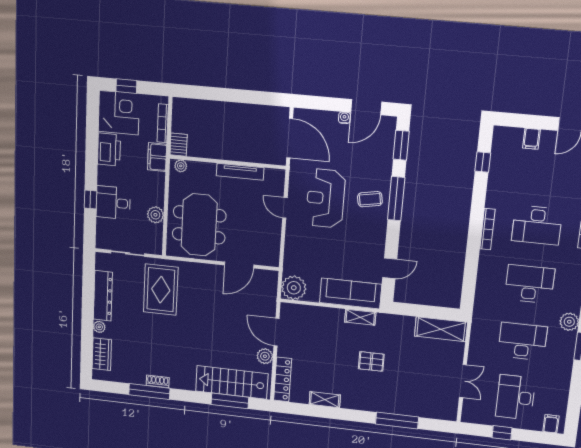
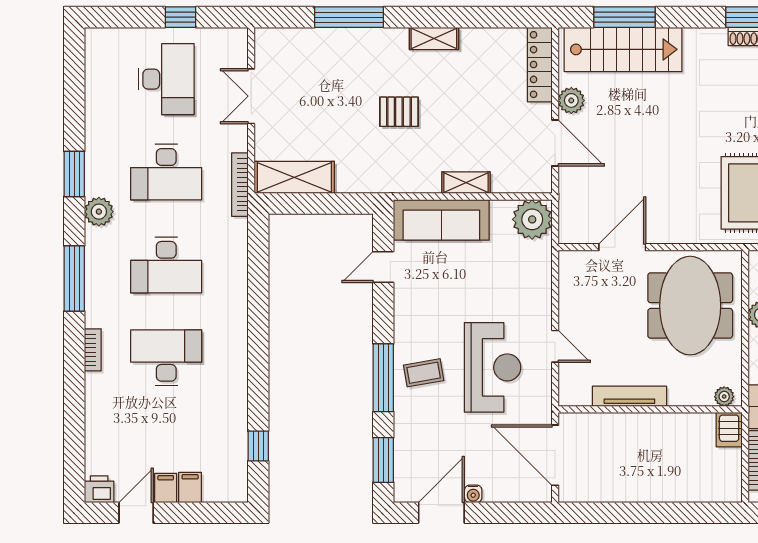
bookcase: (487, 229) -> (240, 185), moved
shelving: (360, 317) -> (466, 183), moved
shelving: (325, 400) -> (434, 38), moved
filing cabinet: (551, 424) -> (166, 488), moved, turned 180

